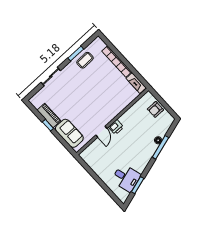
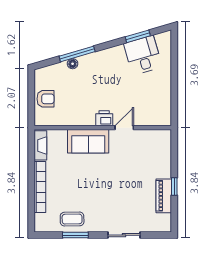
sofa: (69, 133) -> (88, 141), moved, turned -90

